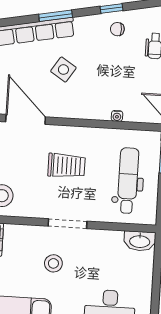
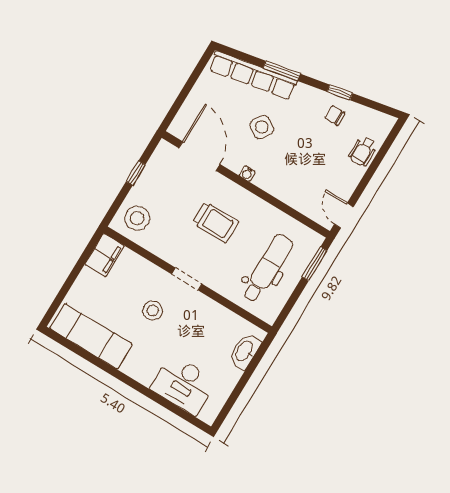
water cooler: (117, 116) -> (247, 174), moved
doorway: (67, 224) -> (187, 279), width x0.73
washbasin: (140, 241) -> (245, 351), moved, turned 90

